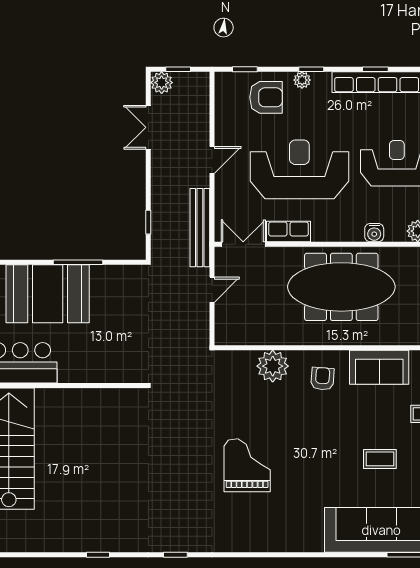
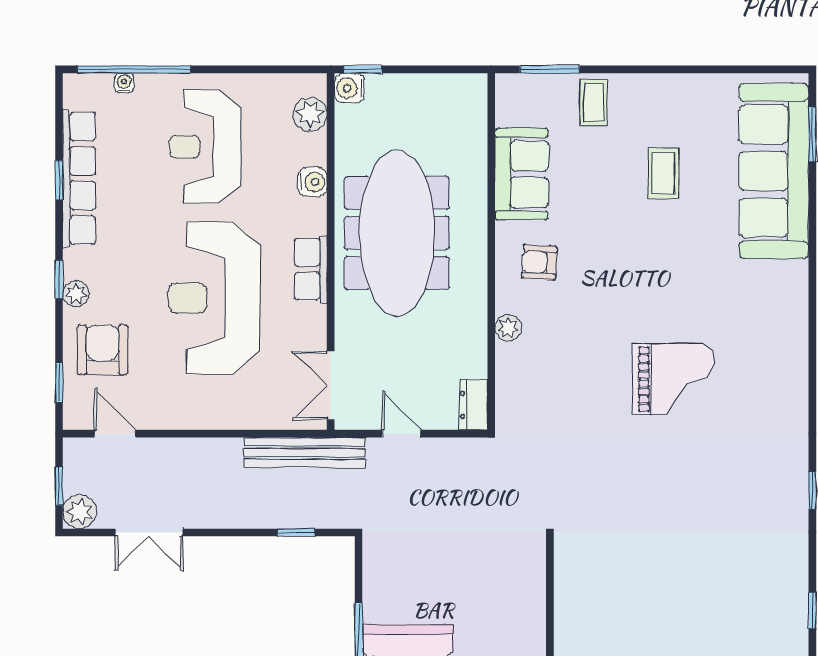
door: (212, 160) -> (115, 434), moved
row of seats: (289, 231) -> (311, 269), moved
dresser: (231, 336) -> (473, 405), added
plant: (273, 366) -> (508, 328), width x0.53, depth x0.53
grand piano: (247, 465) -> (674, 379), turned 180

